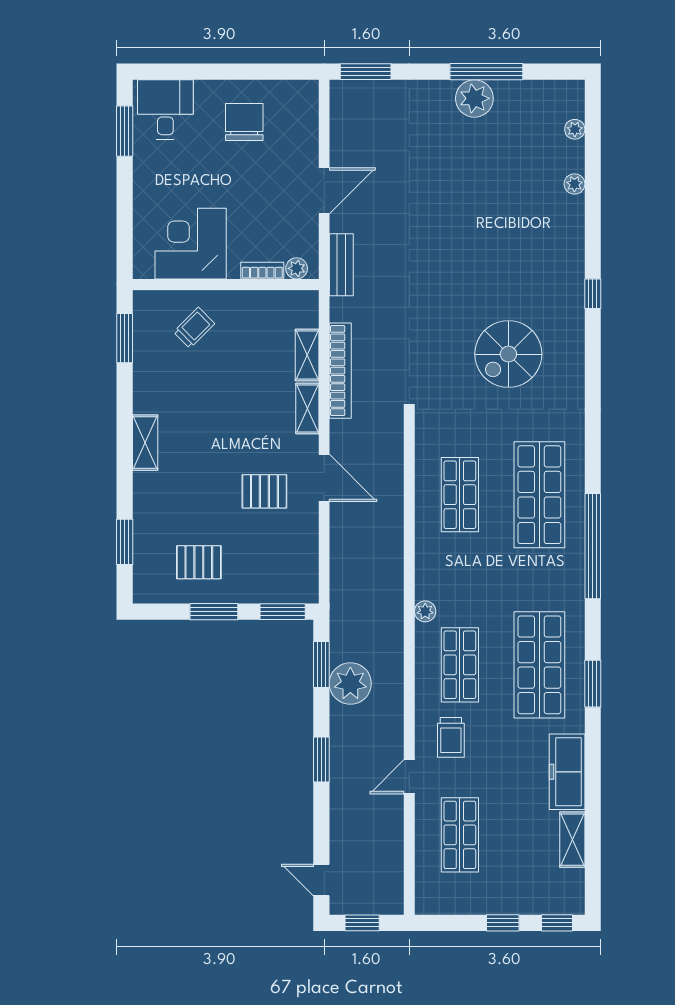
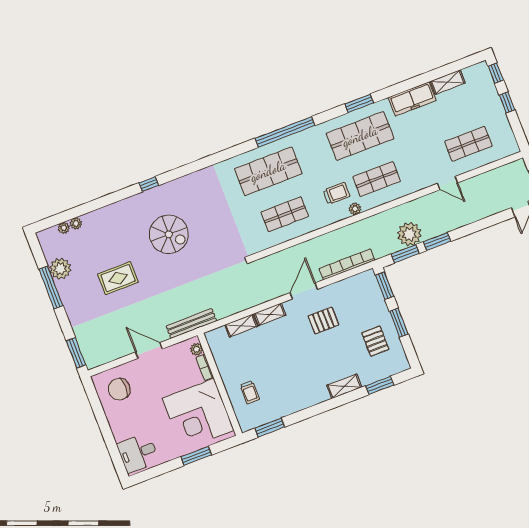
plant: (474, 98) -> (60, 269), moved
chair: (244, 122) -> (119, 389), moved
window: (125, 131) -> (196, 456), moved
plant: (574, 184) -> (76, 223), moved
rug: (460, 186) -> (118, 278), added
corner desk: (191, 244) -> (198, 414), width x1.36, depth x1.36
bench: (341, 265) -> (191, 324), width x1.36
trolley: (194, 328) -> (250, 392), turned -135
spiral stairs: (508, 354) -> (169, 234), moved
bookcase: (340, 371) -> (347, 264), moved
shelving: (145, 443) -> (344, 386), moved
pallet: (264, 491) -> (323, 320), turned 90
trolley: (451, 737) -> (336, 193), moved
window: (321, 759) -> (437, 241), moved

